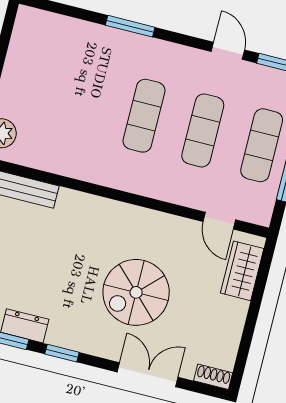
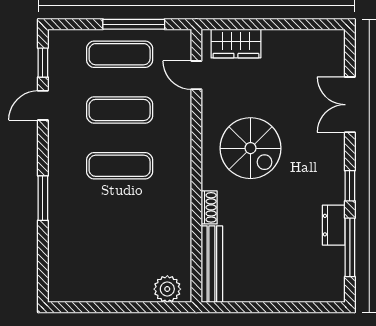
door: (219, 221) -> (196, 75), swing flipped
spiral stairs: (136, 292) -> (251, 148), moved
shoe rack: (213, 377) -> (209, 207), moved, turned 180

